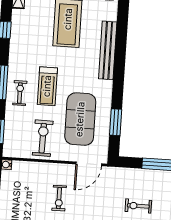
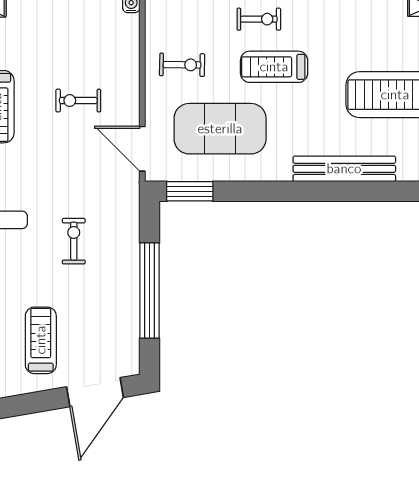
window: (116, 122) -> (190, 191), moved
exercise bike: (43, 138) -> (182, 65), width x0.73, depth x0.72

